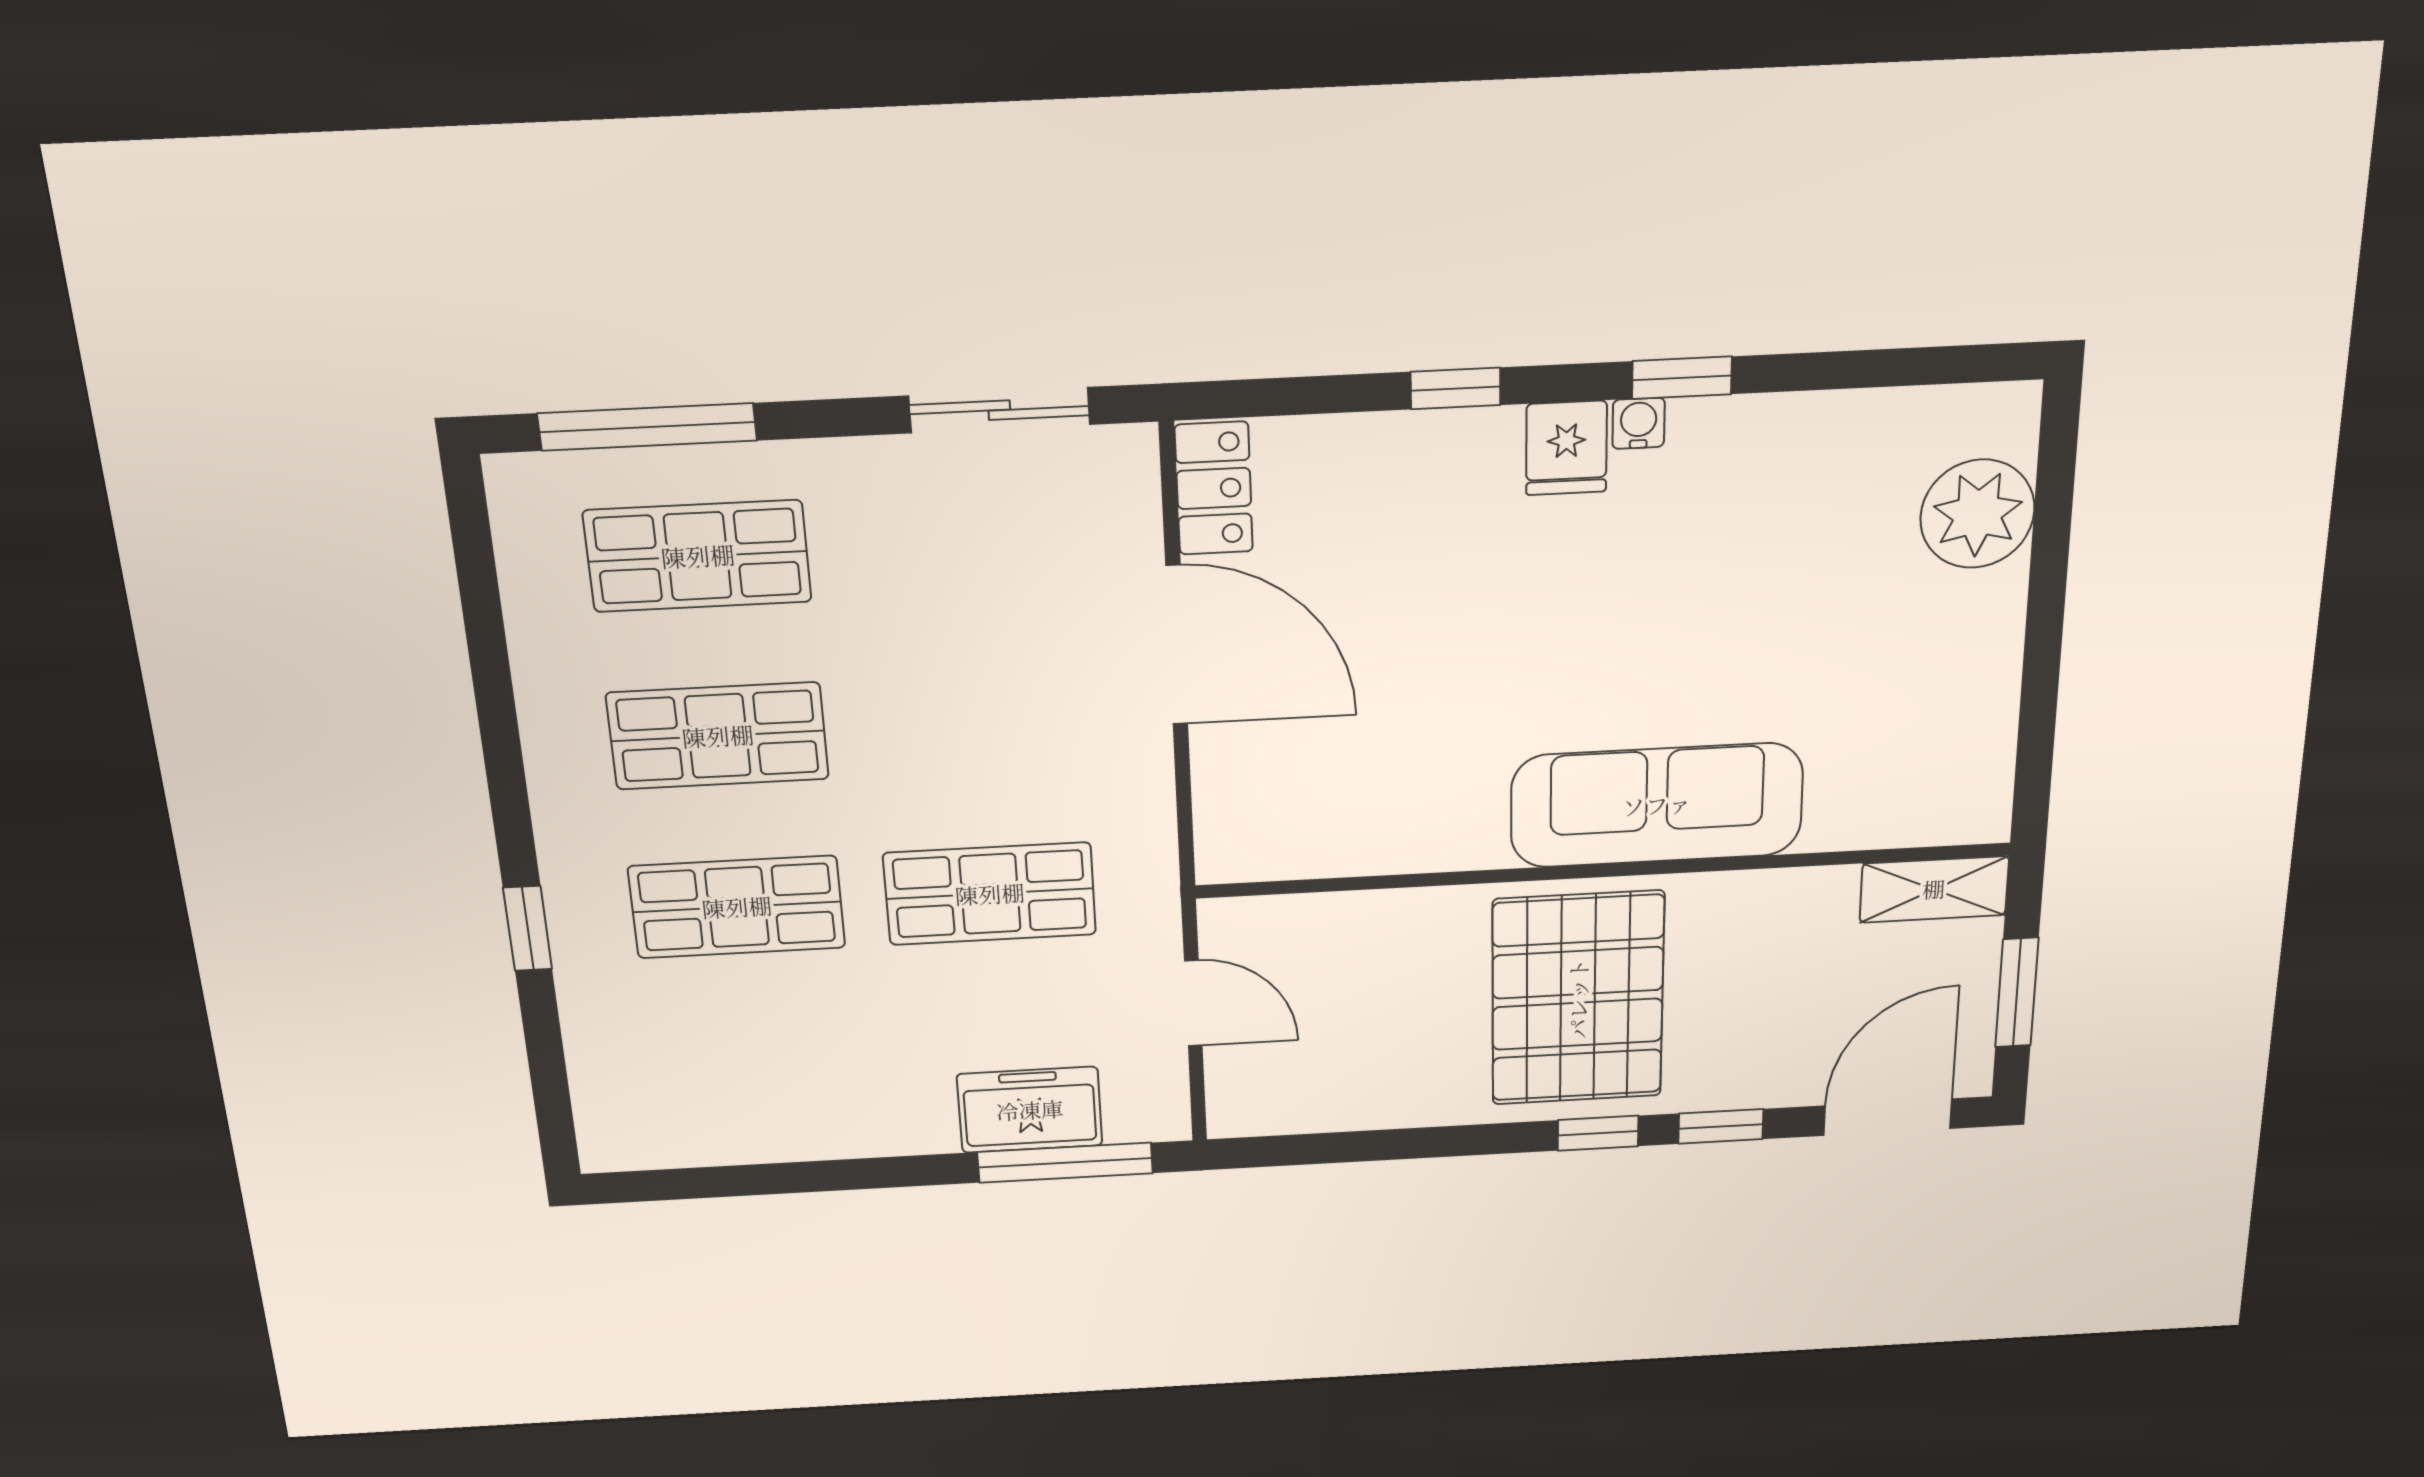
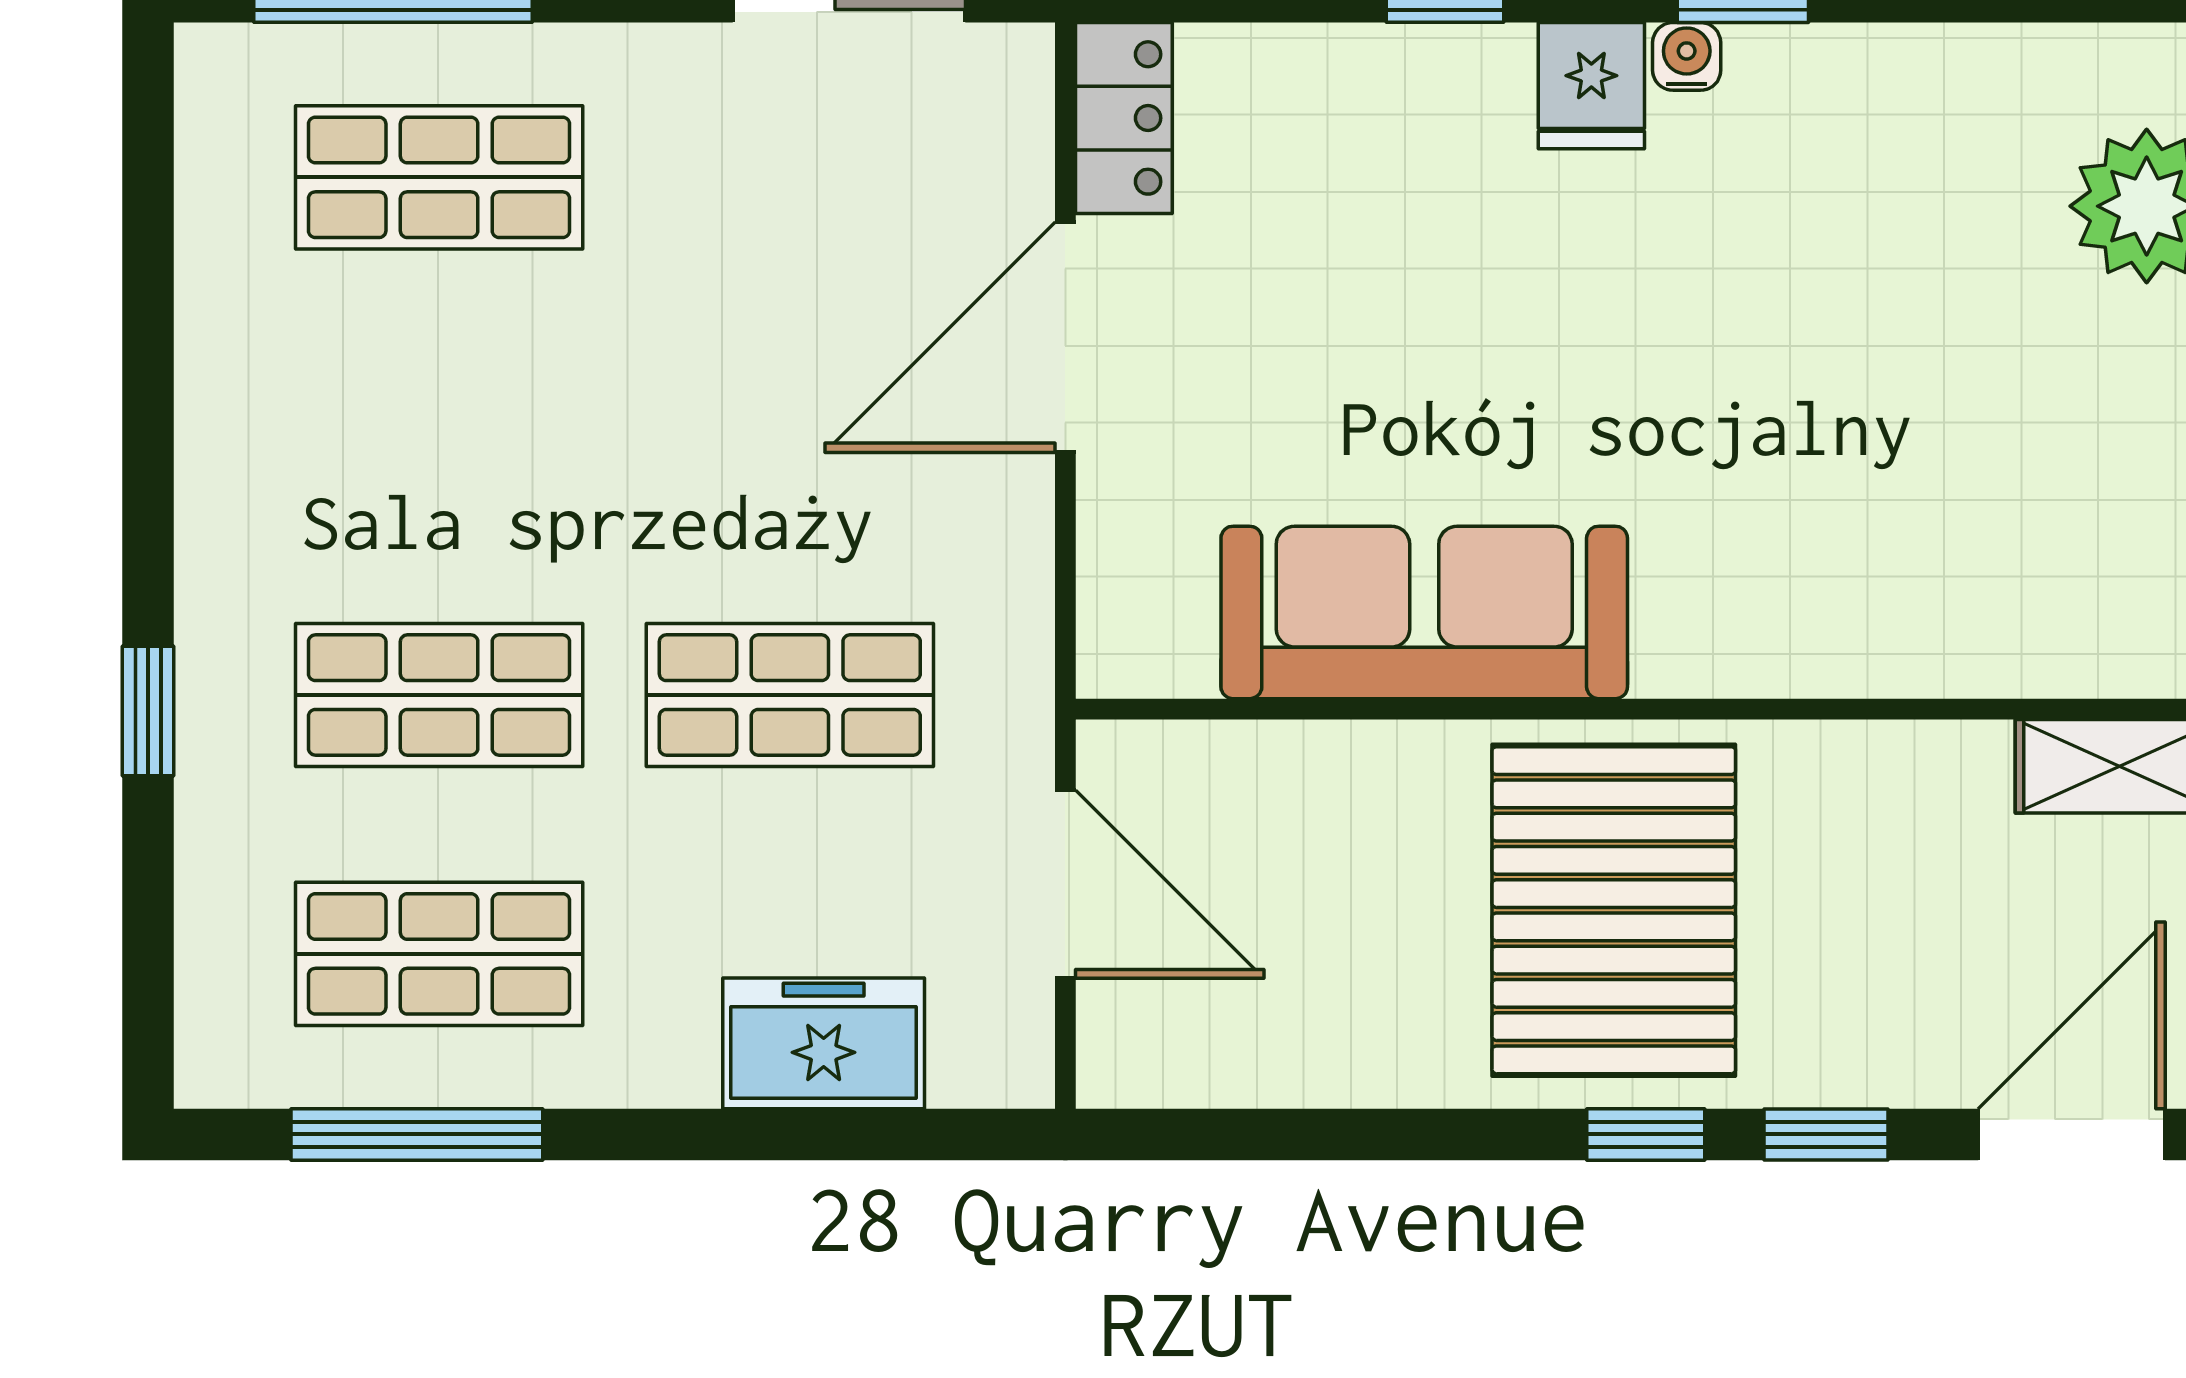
door: (1177, 645) -> (1065, 337), swing flipped
shop shelf: (718, 736) -> (439, 954), moved
sofa: (1657, 805) -> (1424, 612), moved
door: (1193, 1003) -> (1065, 884), width x1.38
window: (1065, 1163) -> (417, 1134), moved

